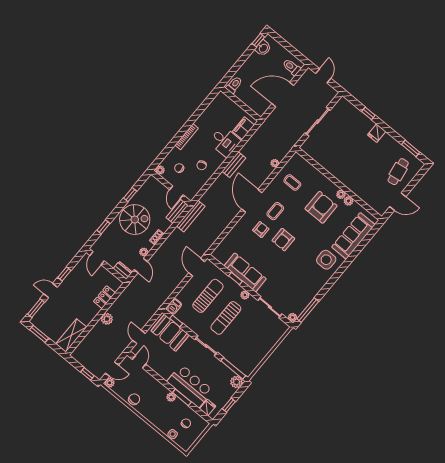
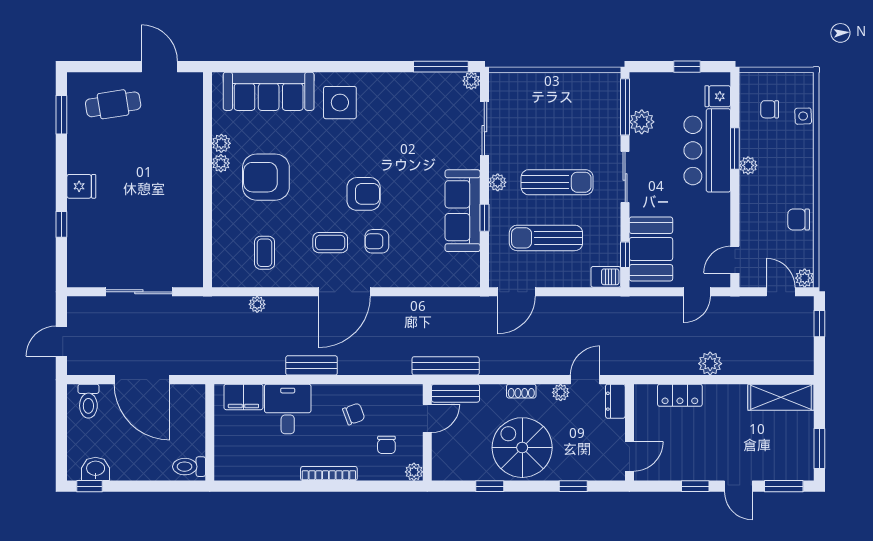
plant: (237, 382) -> (642, 122), moved

